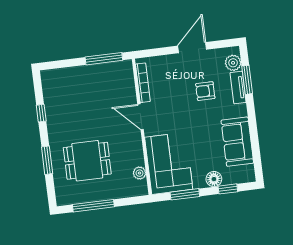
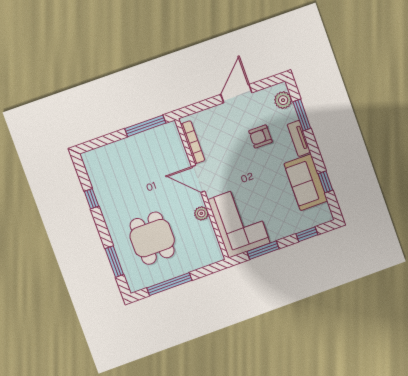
tv unit: (238, 88) -> (299, 138), moved
window: (255, 145) -> (325, 182), added
window: (47, 160) -> (114, 262), moved
dining table: (87, 161) -> (152, 238), turned 90
plant: (140, 173) -> (201, 213), moved
floor lamp: (214, 179) -> (290, 227), removed

